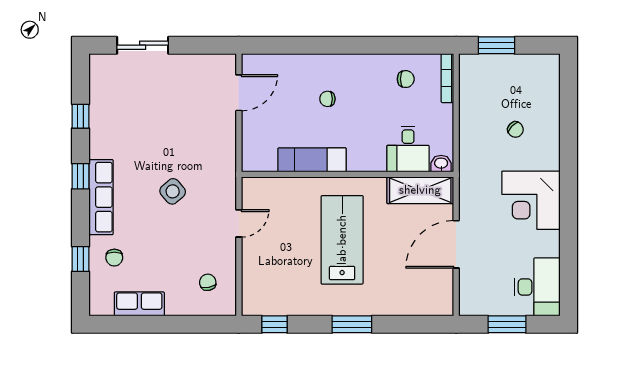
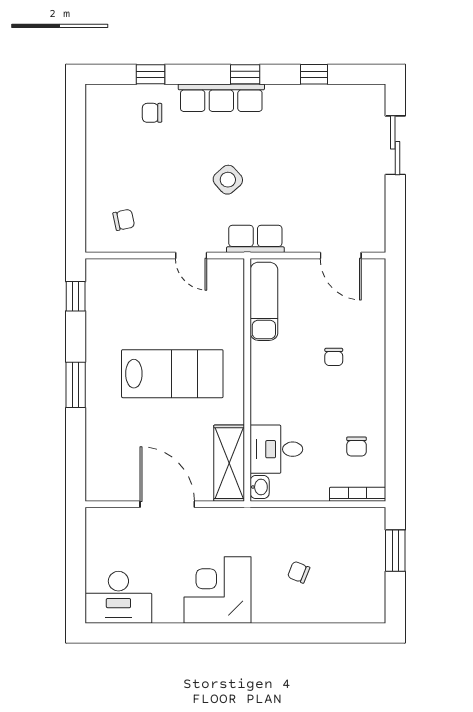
chair: (327, 99) -> (334, 357), turned 180
chair: (515, 130) -> (299, 572), turned 68
exam couch: (312, 160) -> (264, 301), moved
row of seats: (139, 304) -> (255, 239), moved, turned -90
window: (507, 324) -> (76, 563), removed

